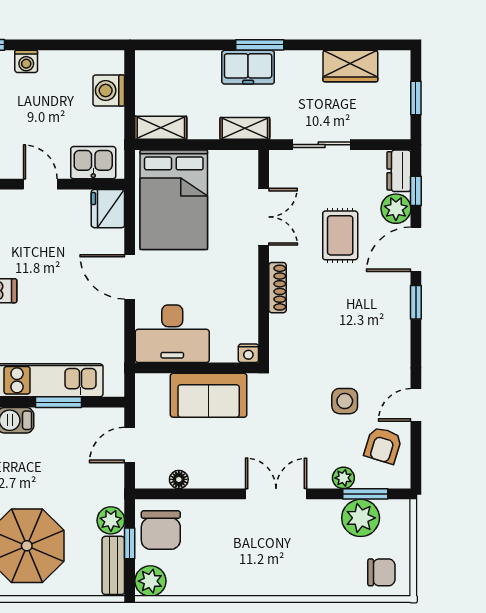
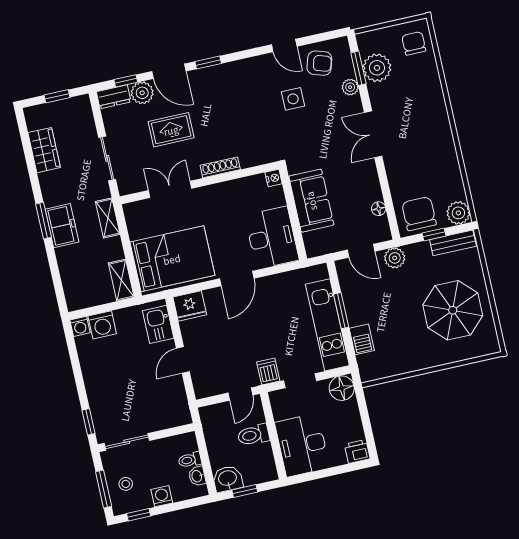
washing machine: (26, 61) -> (80, 326), moved, turned 90
plant: (111, 520) -> (395, 258), moved
chair: (161, 530) -> (419, 214), turned -90

